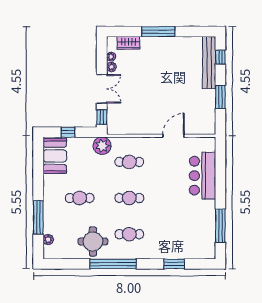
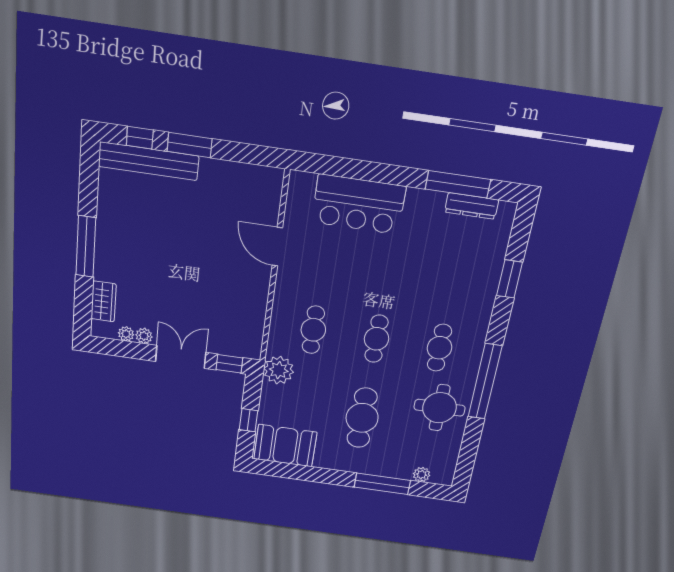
window: (220, 97) -> (190, 145), moved
cafe table: (80, 198) -> (362, 418), width x1.37, depth x1.35
dresser: (210, 235) -> (472, 206), added

